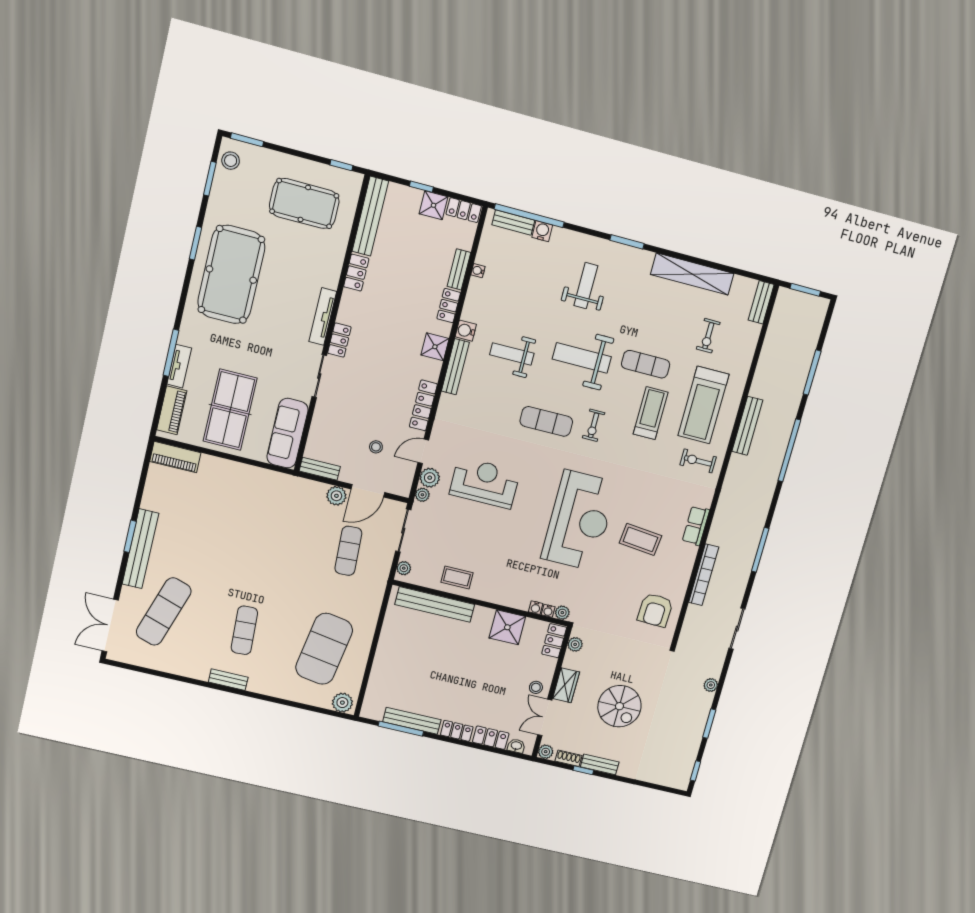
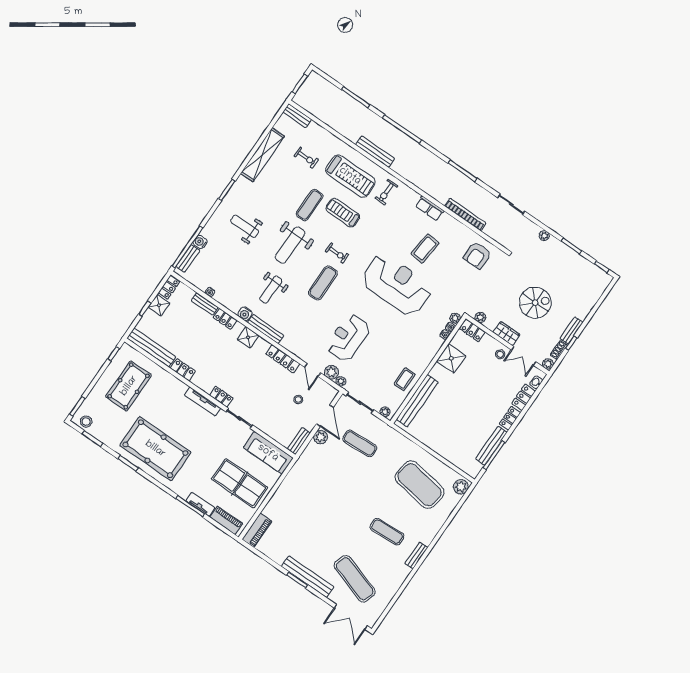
armchair: (655, 610) -> (477, 255), turned 88

